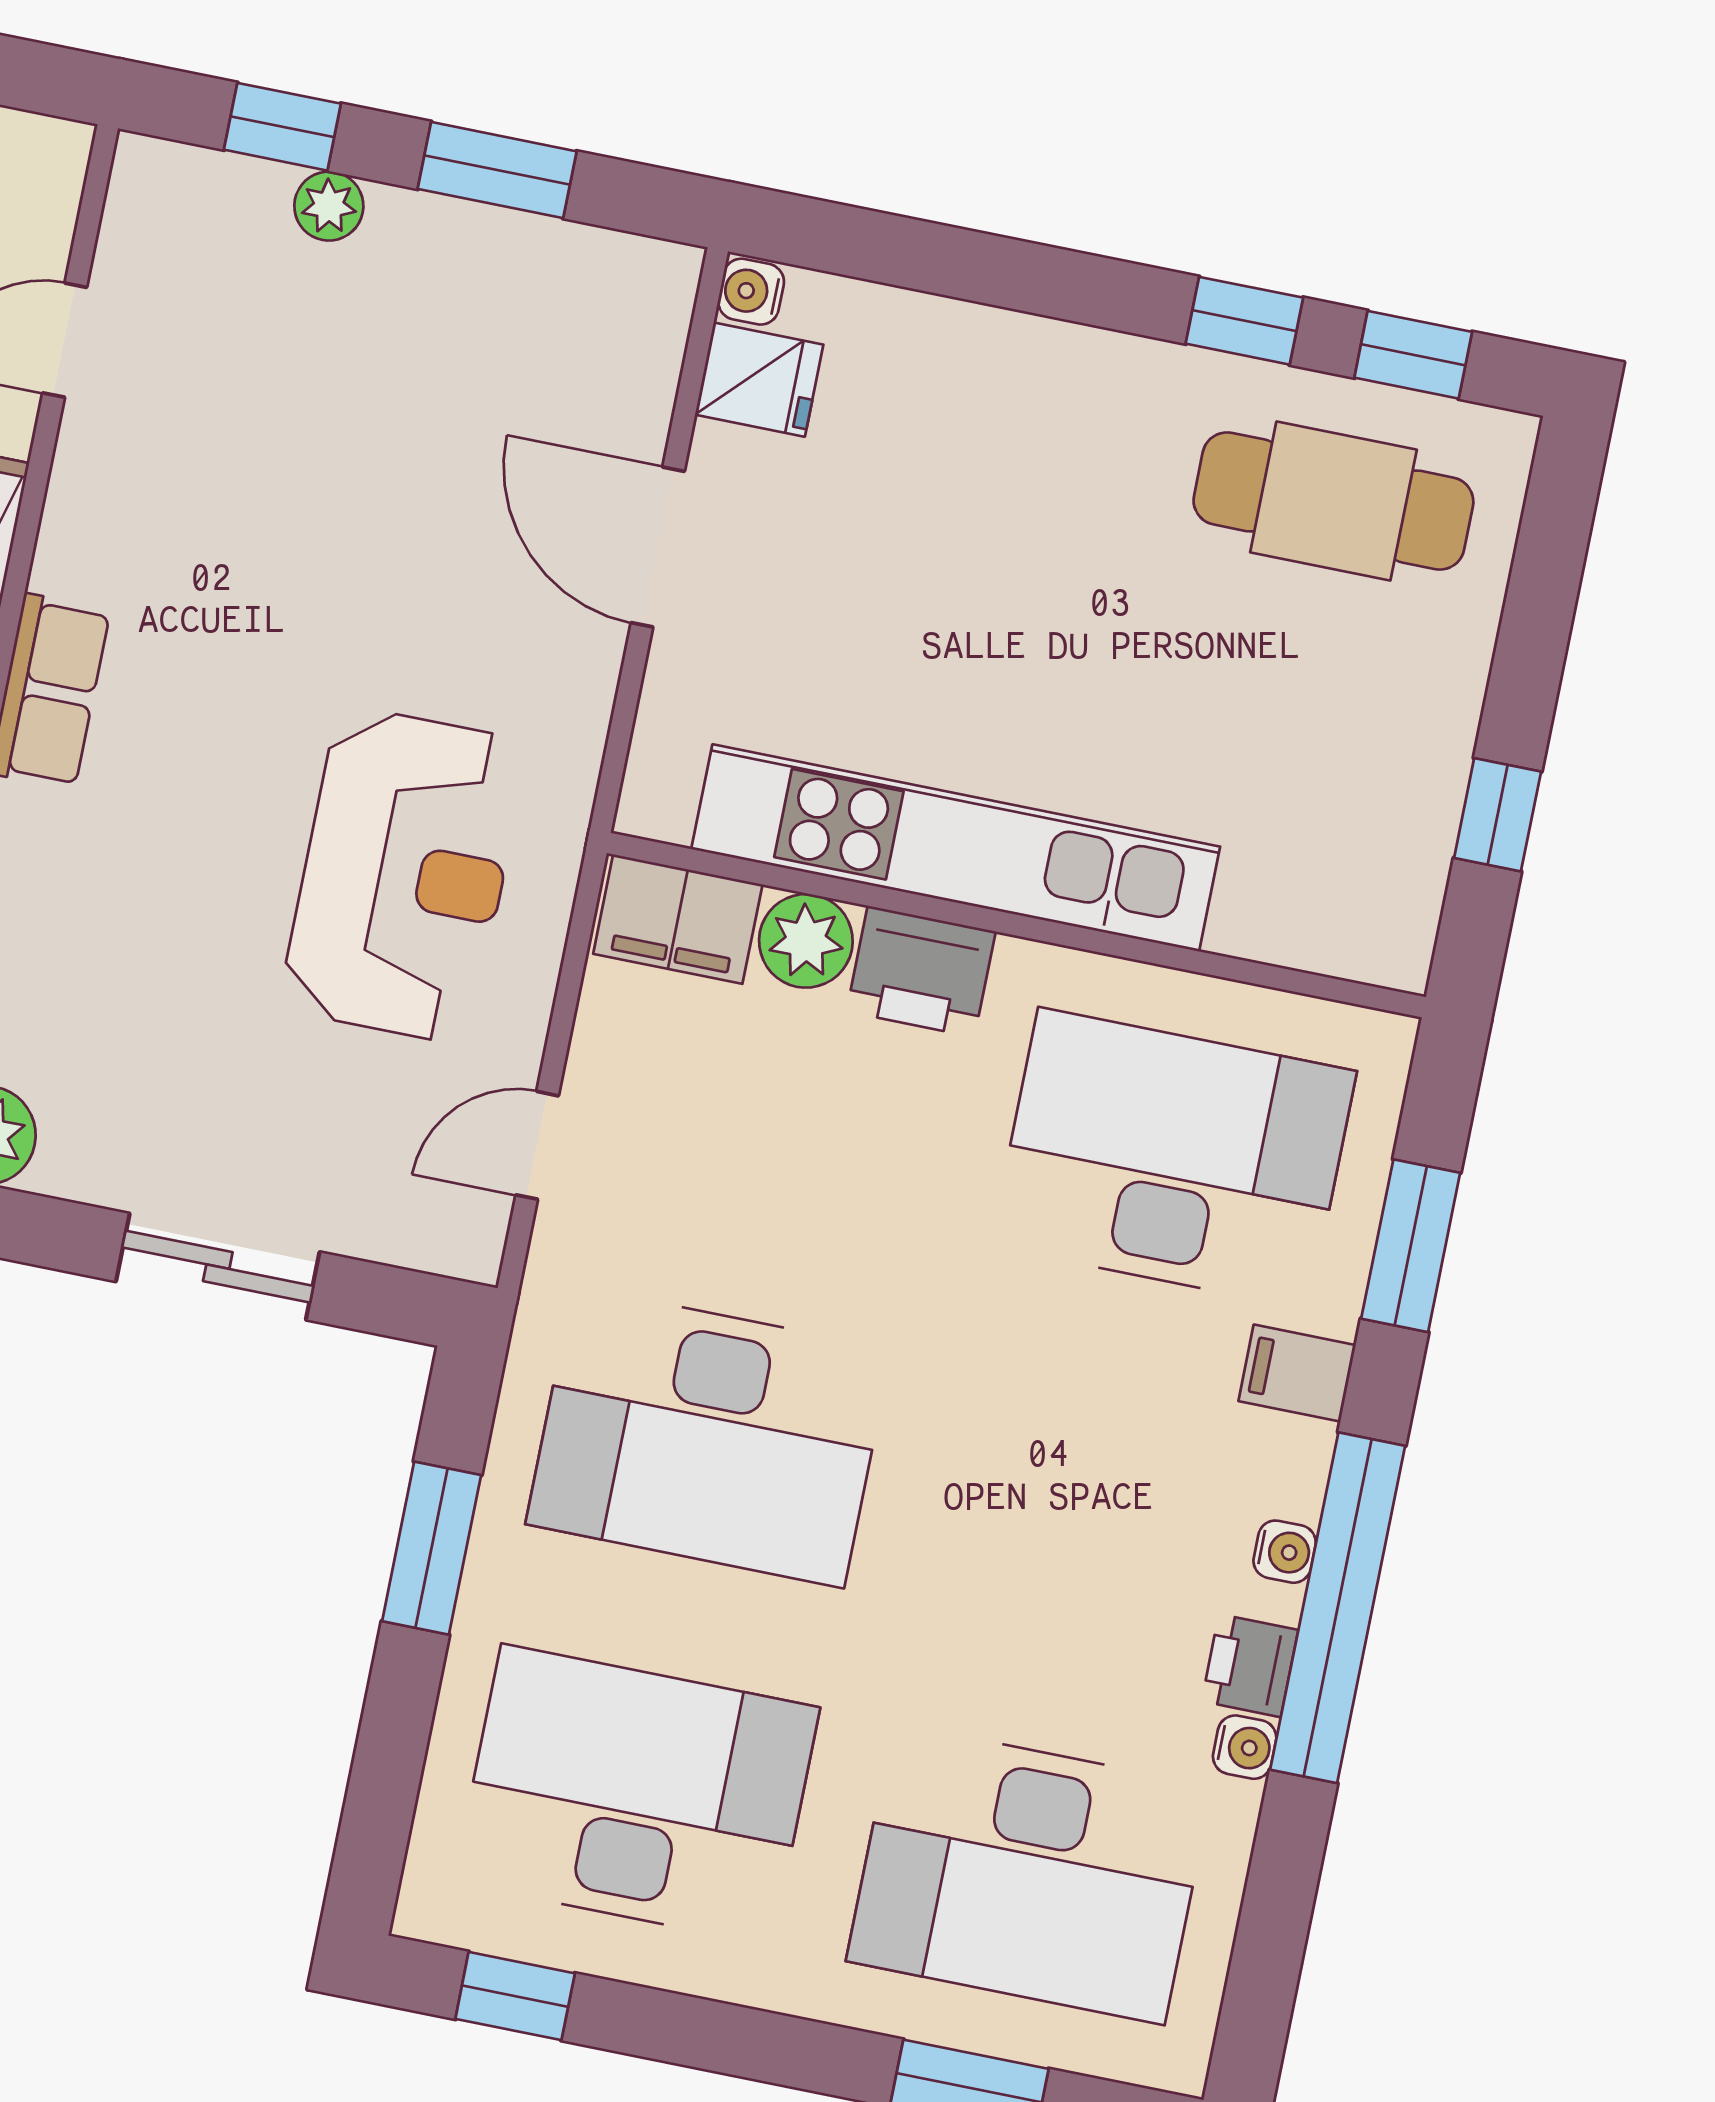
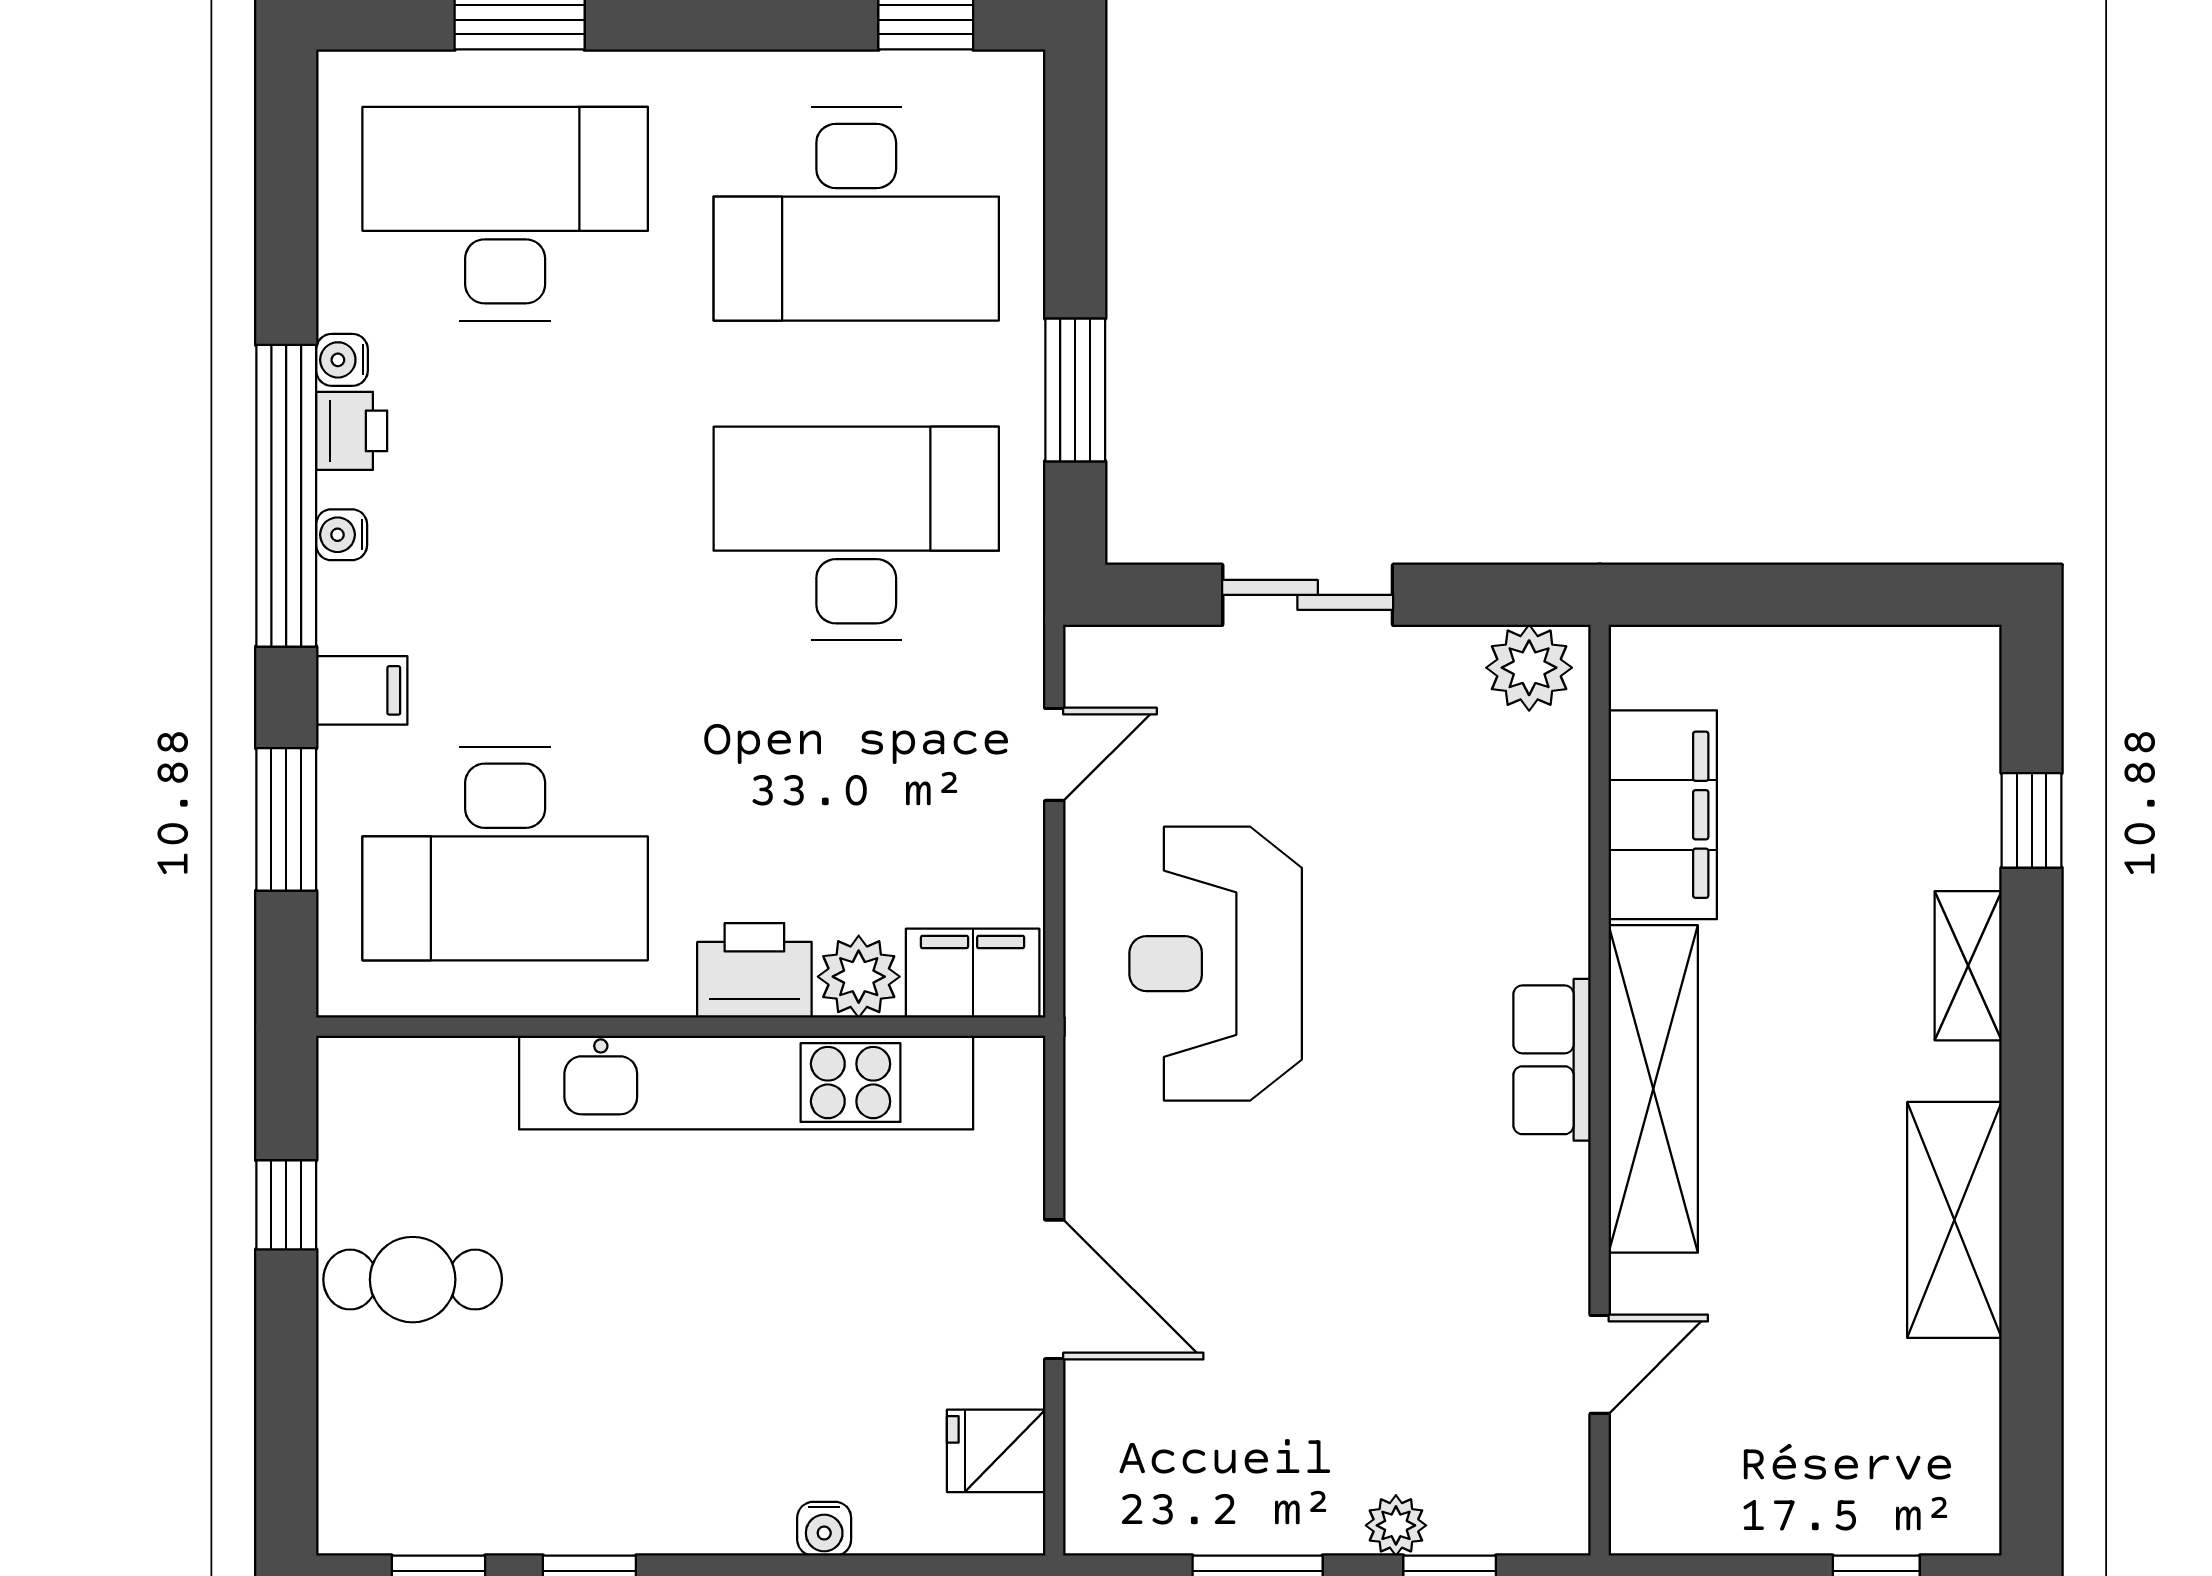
water cooler: (751, 292) -> (824, 1529), moved, turned 90
cafe table: (1333, 501) -> (413, 1280), moved, width x0.73, depth x0.74

